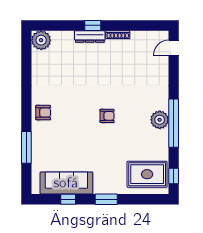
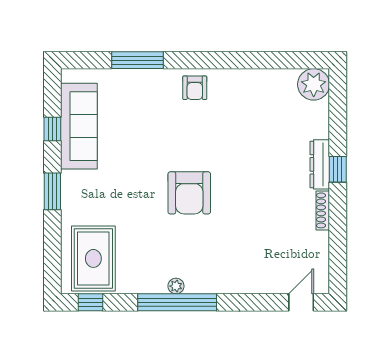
door: (174, 48) -> (301, 302), hinge flipped
armchair: (107, 116) -> (189, 193), width x1.88, depth x1.88
plant: (160, 120) -> (176, 286), width x0.53, depth x0.53

